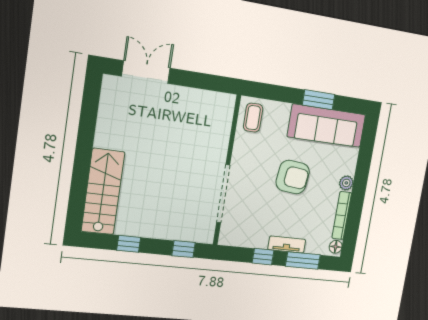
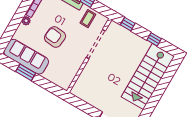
coffee table: (253, 118) -> (88, 19), moved
stairs: (103, 192) -> (148, 77), width x1.36, depth x1.51

